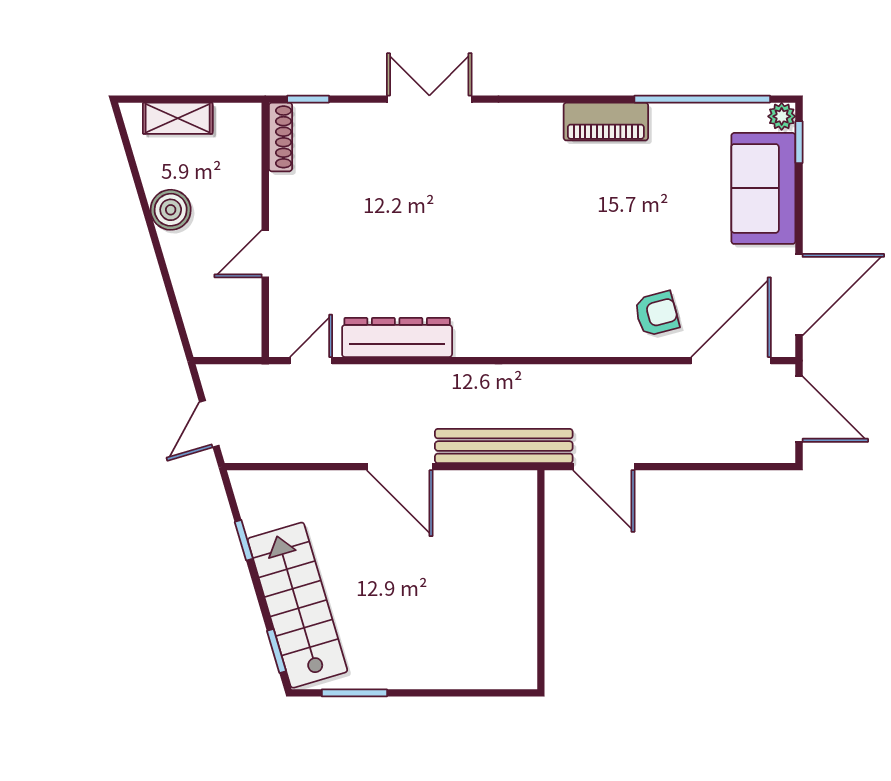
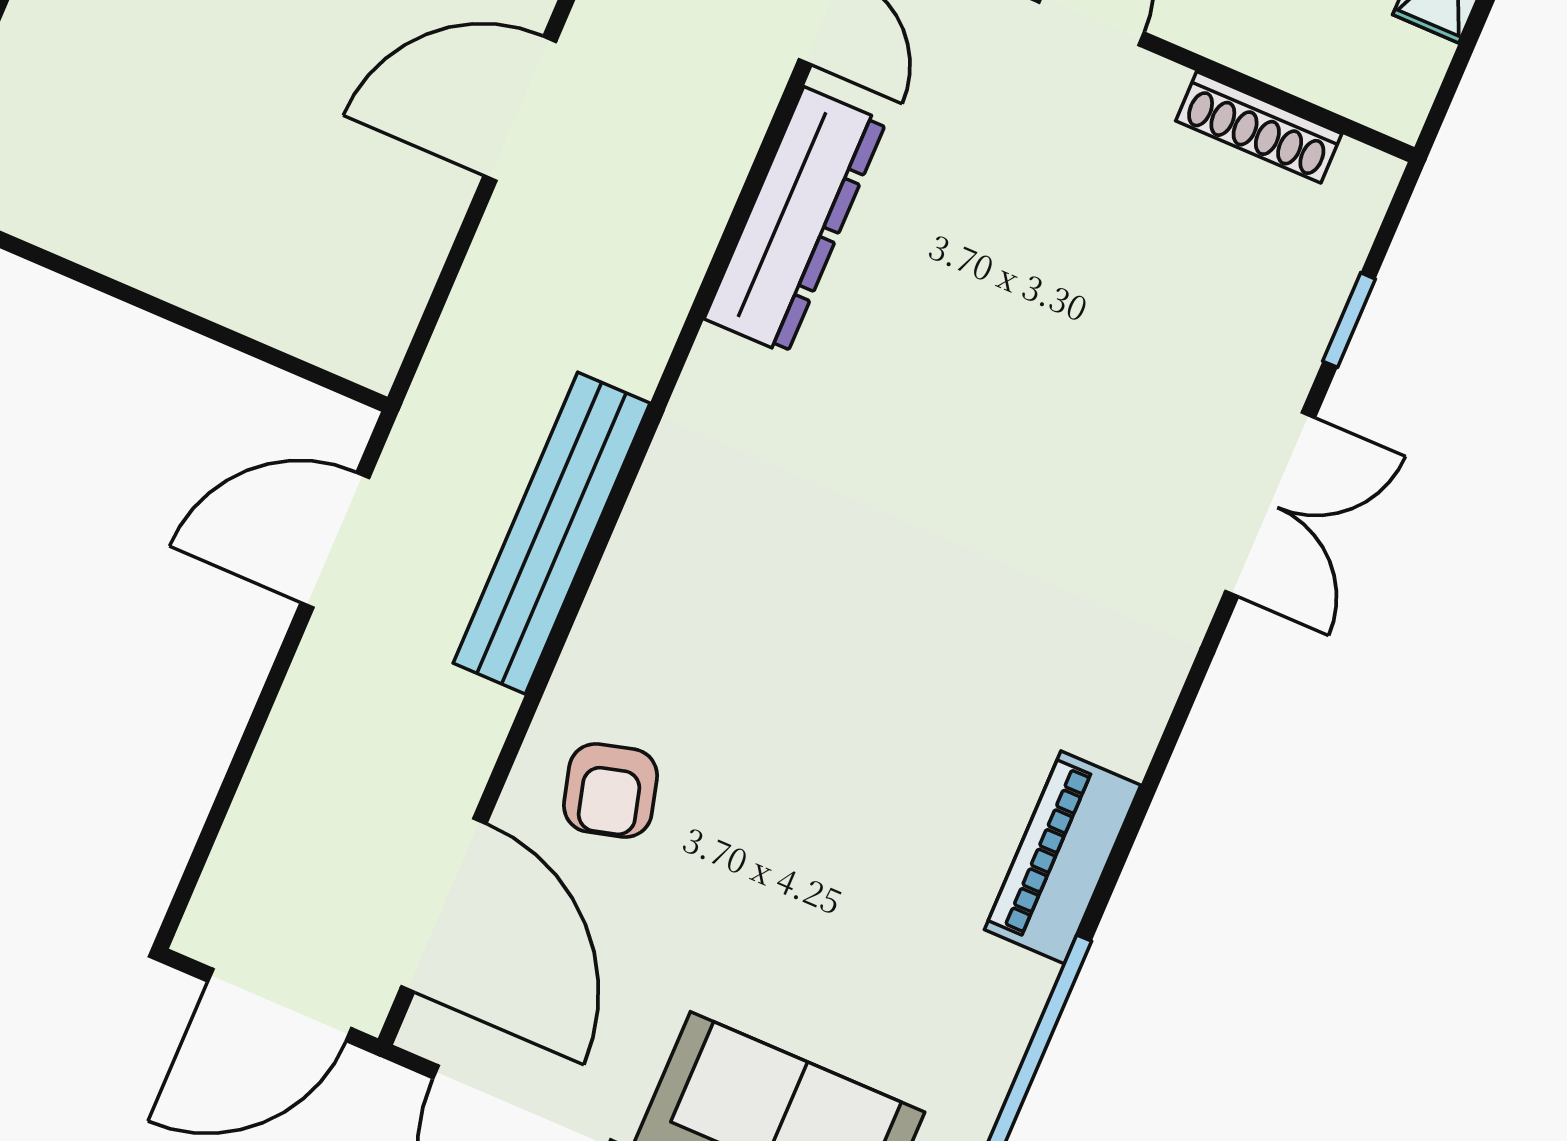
window: (308, 99) -> (1349, 320), moved
shoe rack: (280, 137) -> (1259, 127), moved
bench: (504, 446) -> (552, 533), moved

